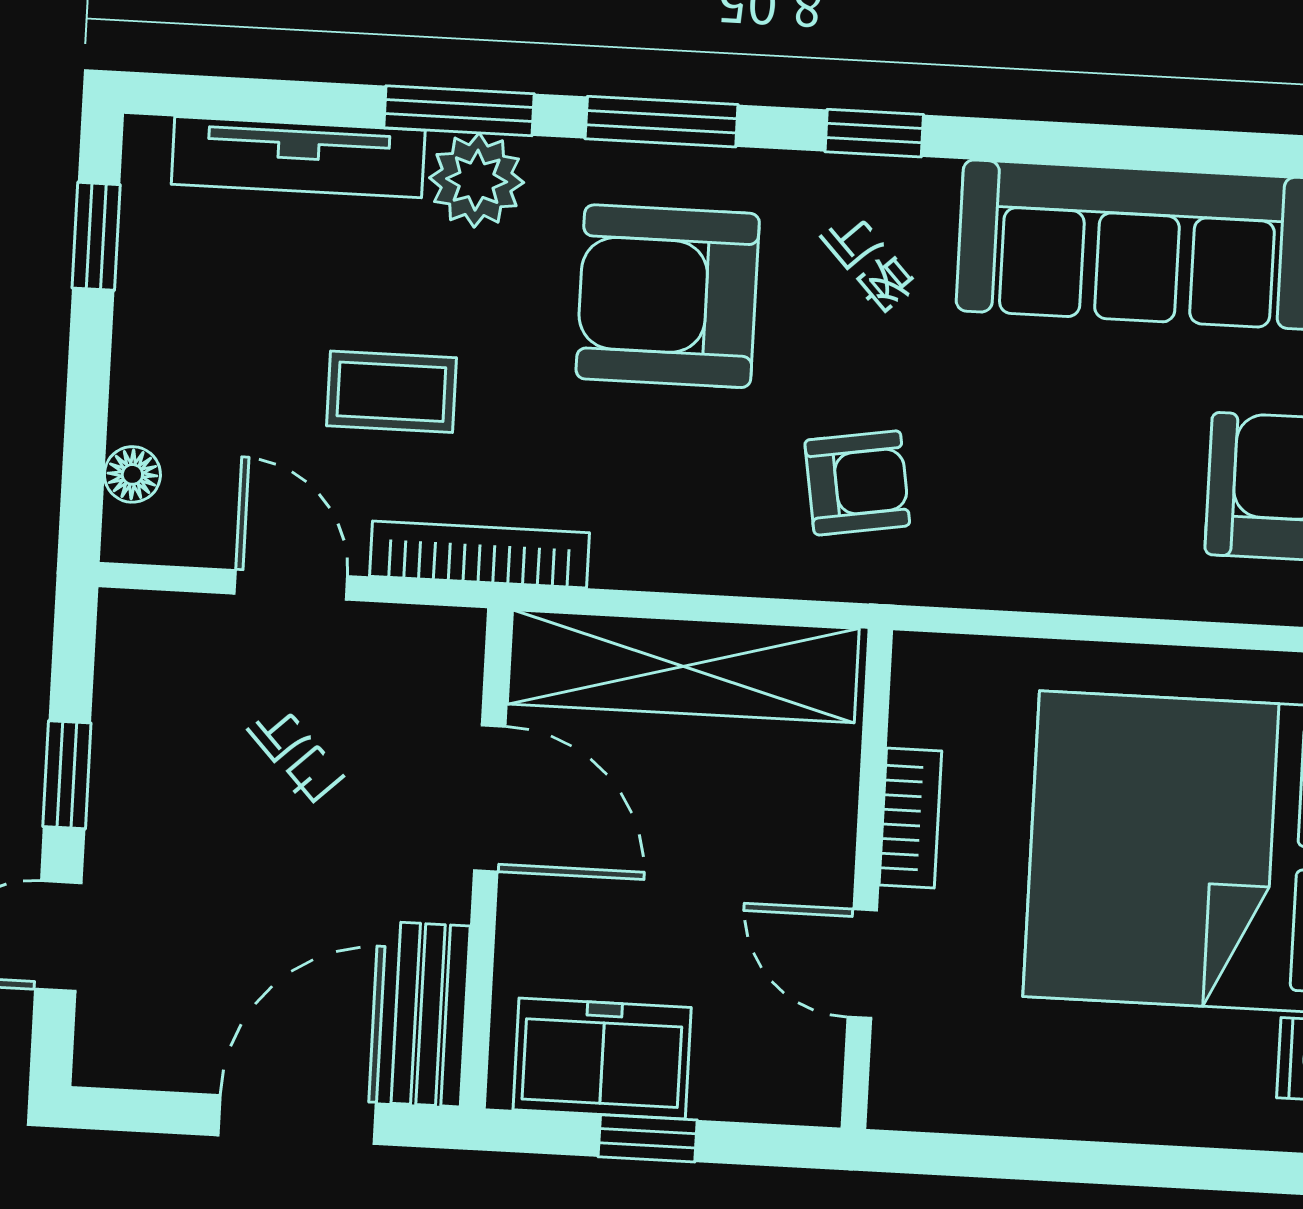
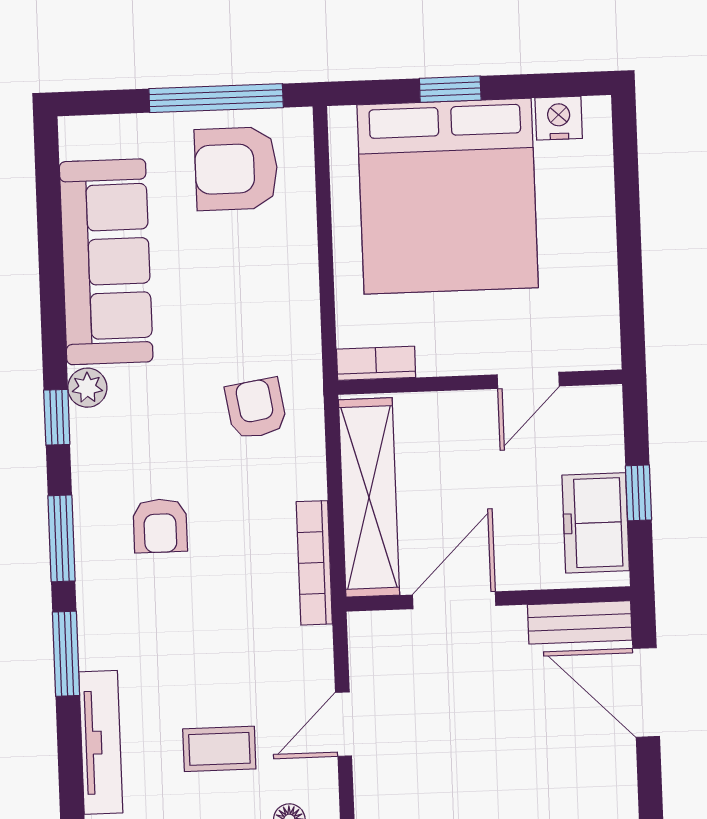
plant: (477, 180) -> (87, 388), moved, width x0.73, depth x0.73
armchair: (668, 296) -> (160, 526), width x0.53, depth x0.53
coffee table: (391, 392) -> (219, 749), moved, turned 90
bookcase: (480, 555) -> (314, 563), moved
bookcase: (910, 818) -> (376, 363), moved

